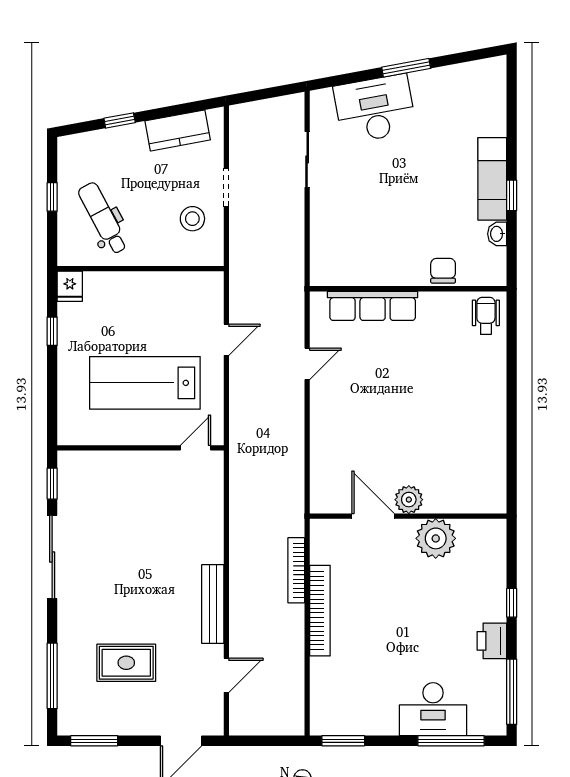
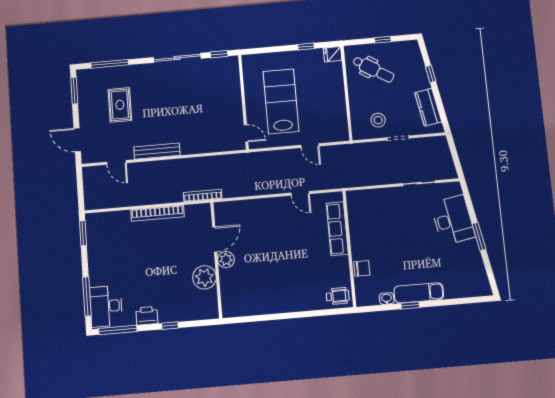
dental chair: (103, 218) -> (373, 69), turned 60
bookcase: (296, 570) -> (203, 195), moved
desk: (433, 709) -> (106, 306), moved

